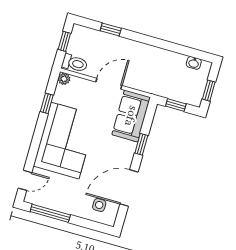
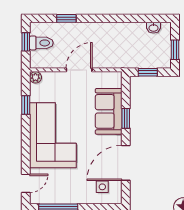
toilet: (75, 63) -> (41, 43), moved
sofa: (131, 116) -> (109, 111), moved

